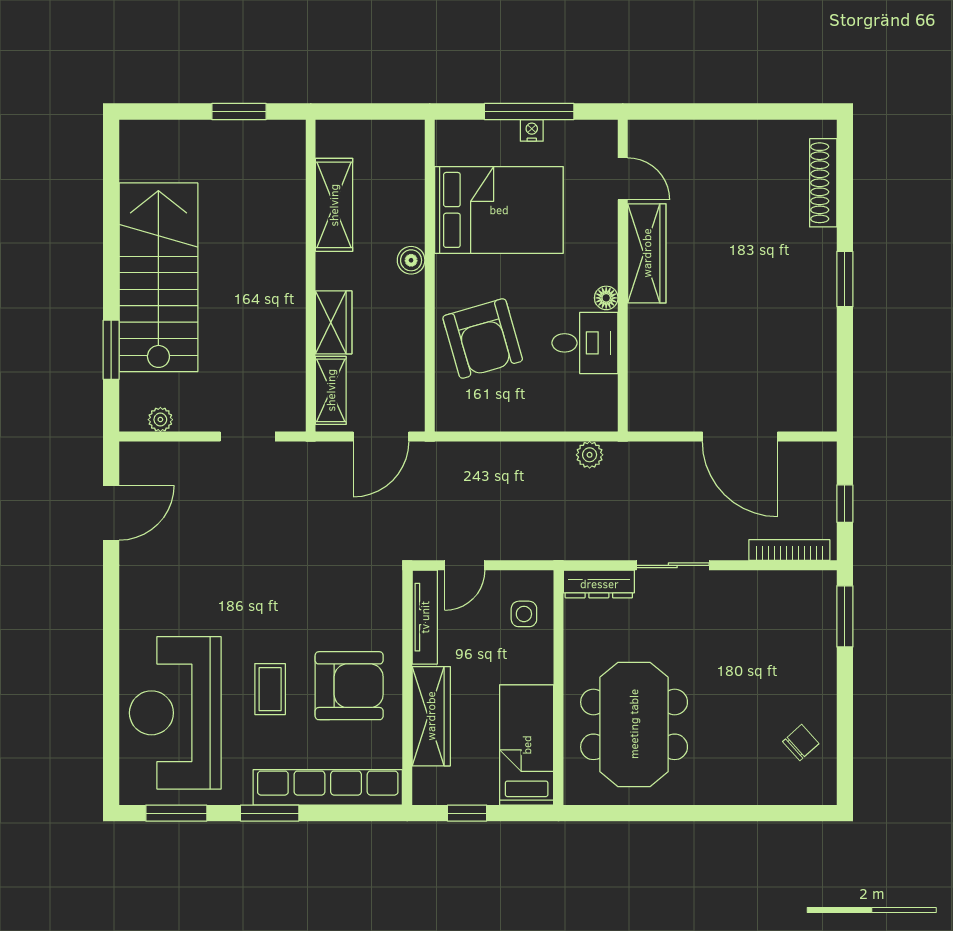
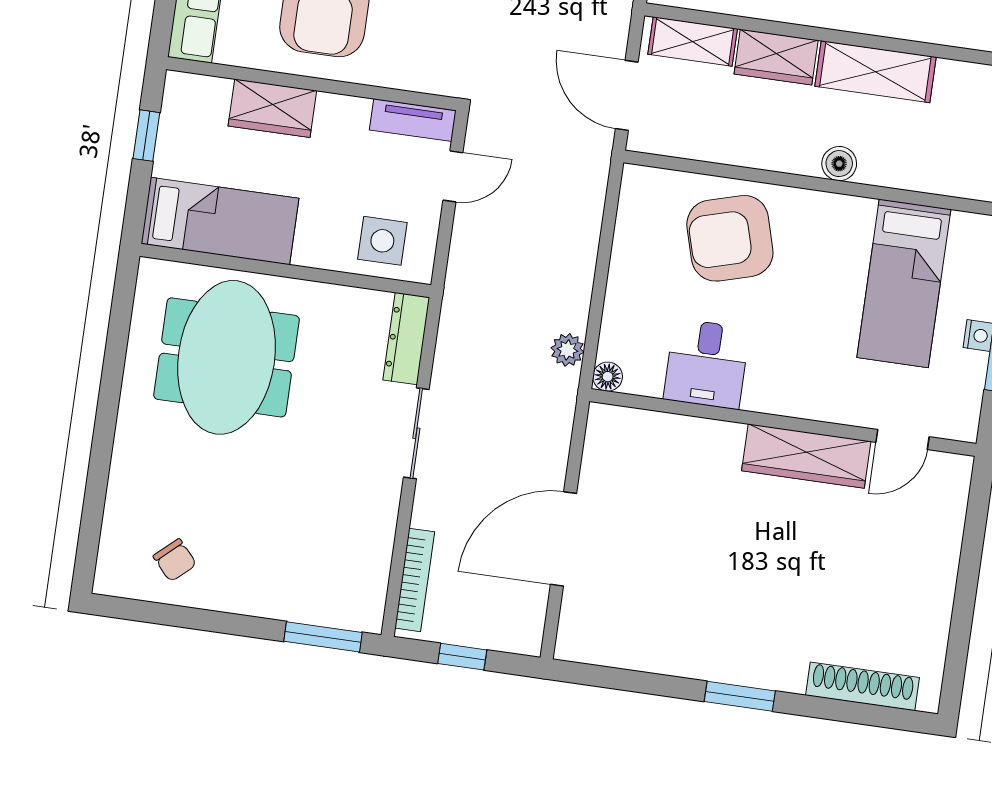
shelving: (334, 205) -> (875, 72), moved
bed: (499, 210) -> (904, 283), width x0.67
floor lamp: (606, 298) -> (608, 377), moved
door: (465, 565) -> (453, 176), swing flipped
side table: (524, 614) -> (382, 241), width x1.37, depth x1.37
tv unit: (425, 617) -> (413, 120), width x0.71
wardrobe: (431, 716) -> (272, 108), width x0.67
meeting table: (634, 724) -> (227, 357), turned 90

